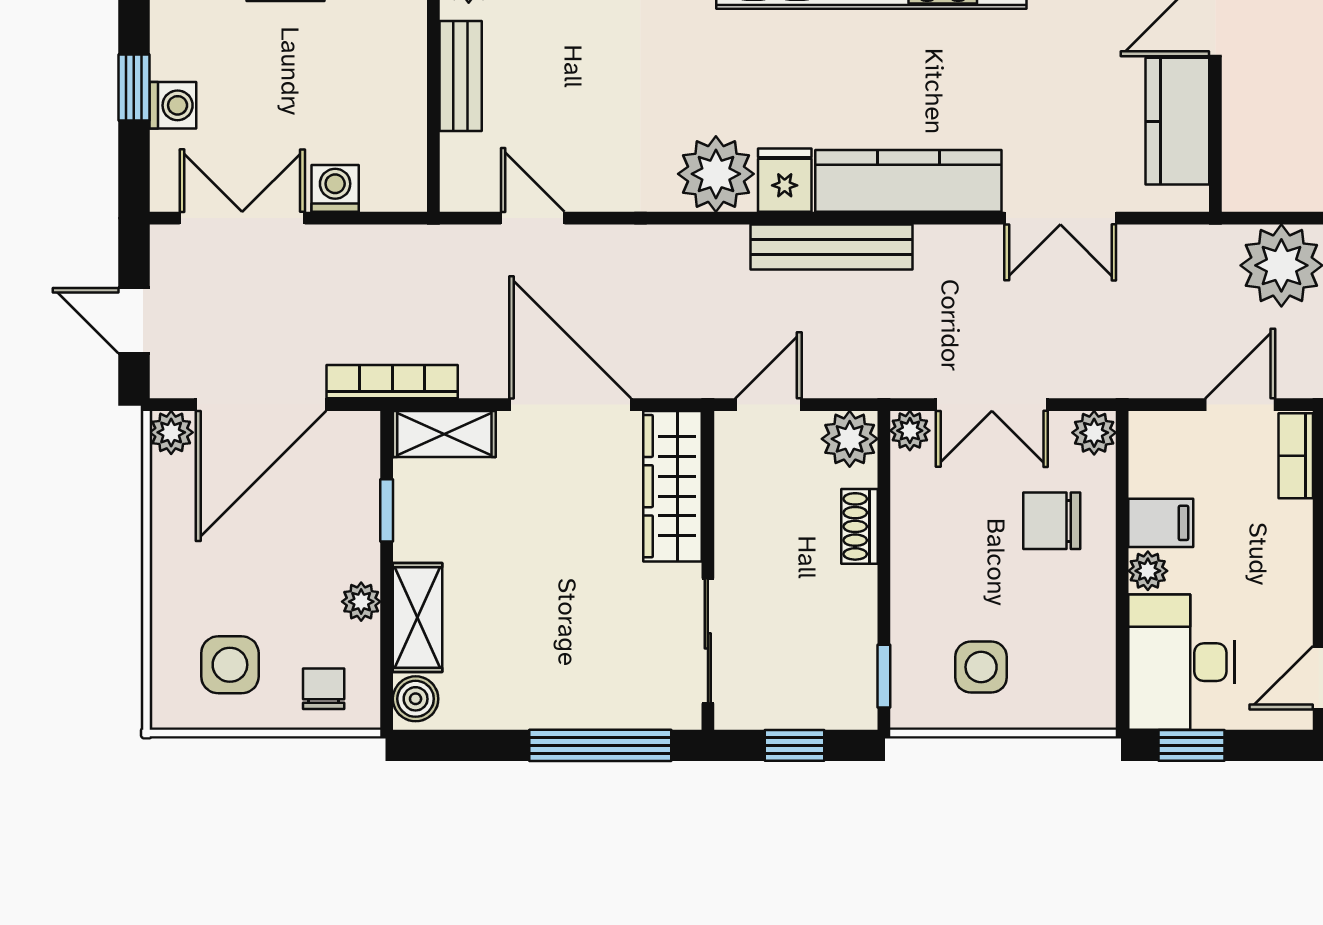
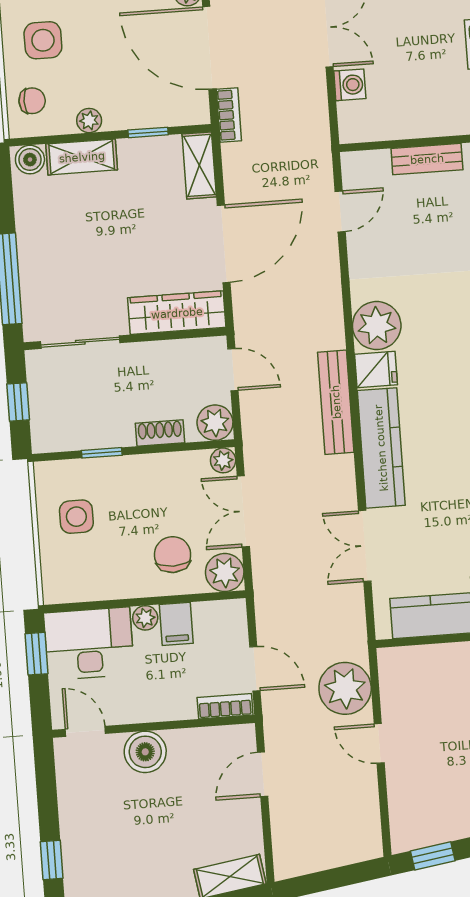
bookcase: (392, 382) -> (229, 115), width x0.64
plant: (1094, 433) -> (225, 573), width x1.38, depth x1.38
window: (884, 676) -> (102, 453), moved

